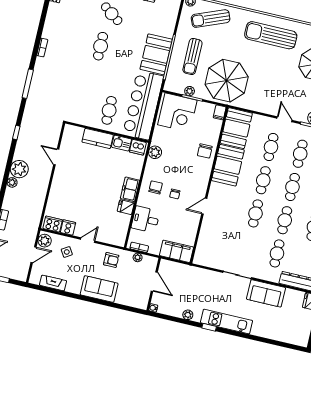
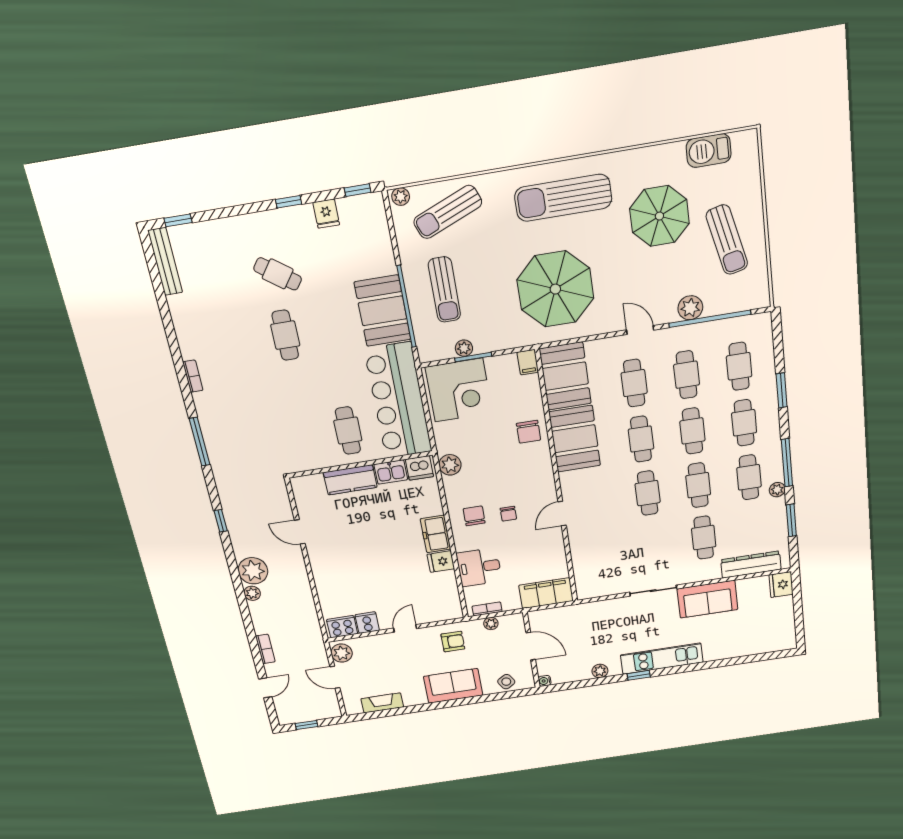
parasol: (227, 81) -> (555, 289), moved
side table: (67, 252) -> (506, 682), moved
door: (33, 255) -> (335, 677), swing flipped

